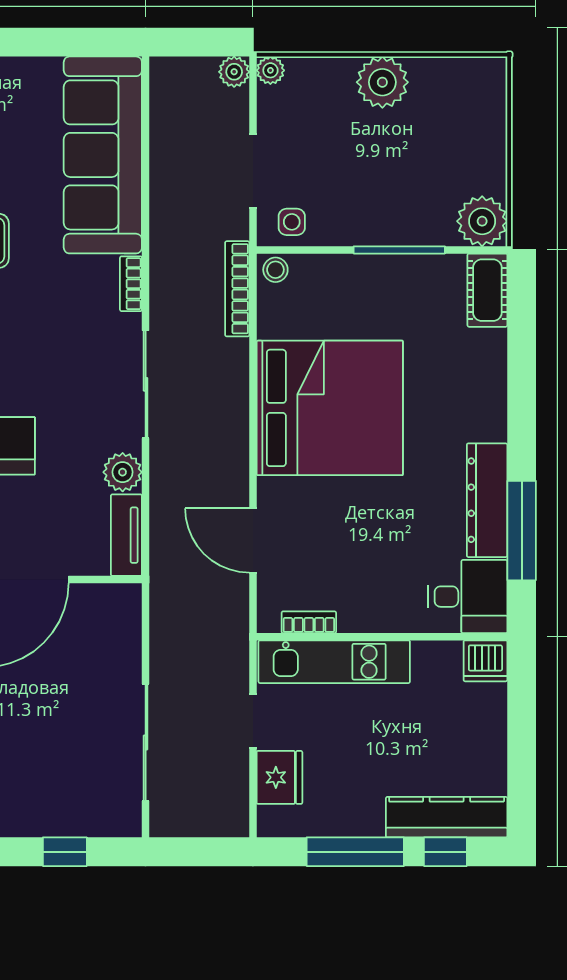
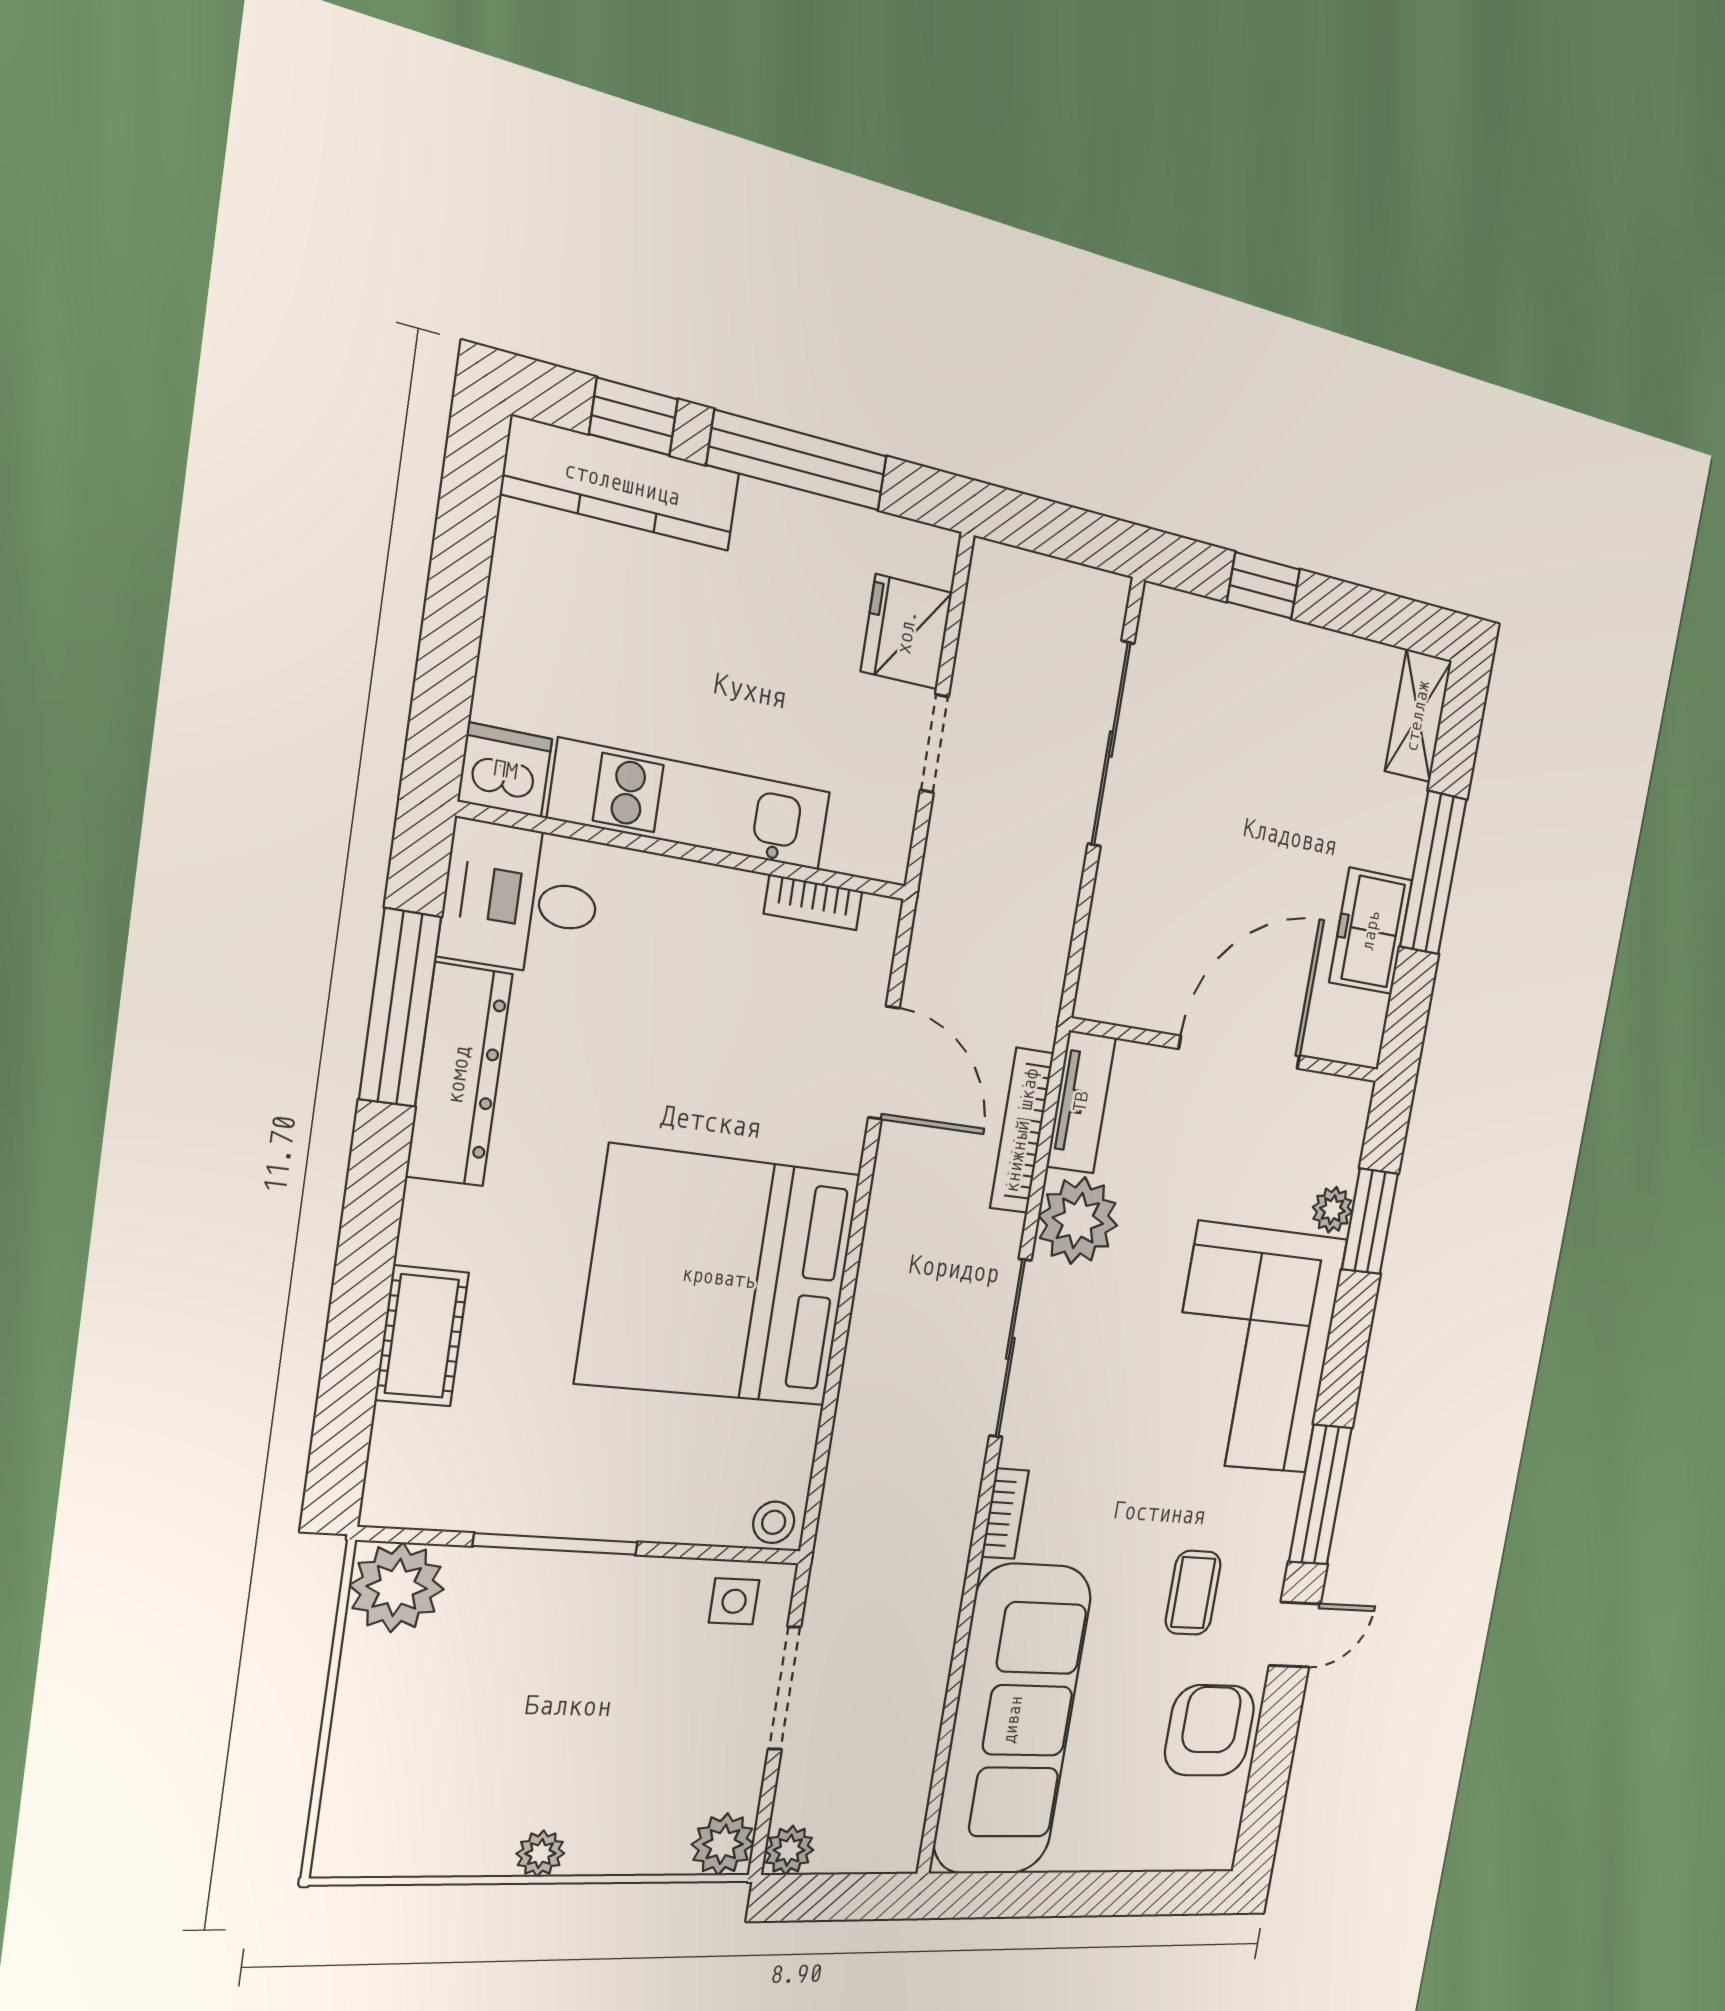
plant: (270, 70) -> (723, 1844), width x1.38, depth x1.38
plant: (382, 82) -> (540, 1854), width x0.53, depth x0.53
bookcase: (237, 289) -> (1022, 1131), moved, turned 180
cot: (487, 290) -> (422, 1336), moved
plant: (123, 472) -> (1078, 1221), width x1.36, depth x1.36
kitchen unit: (334, 662) -> (691, 805), moved

